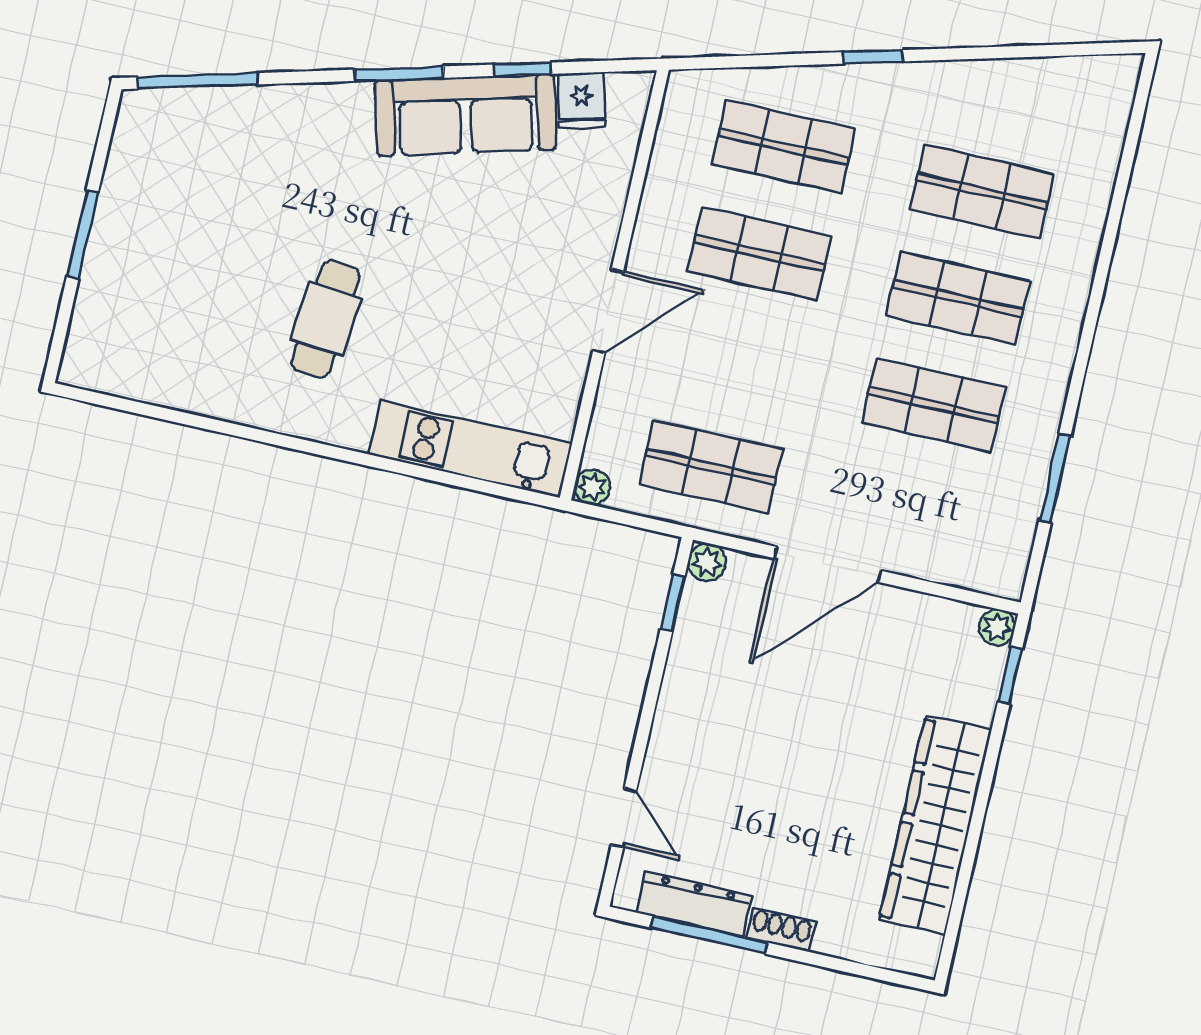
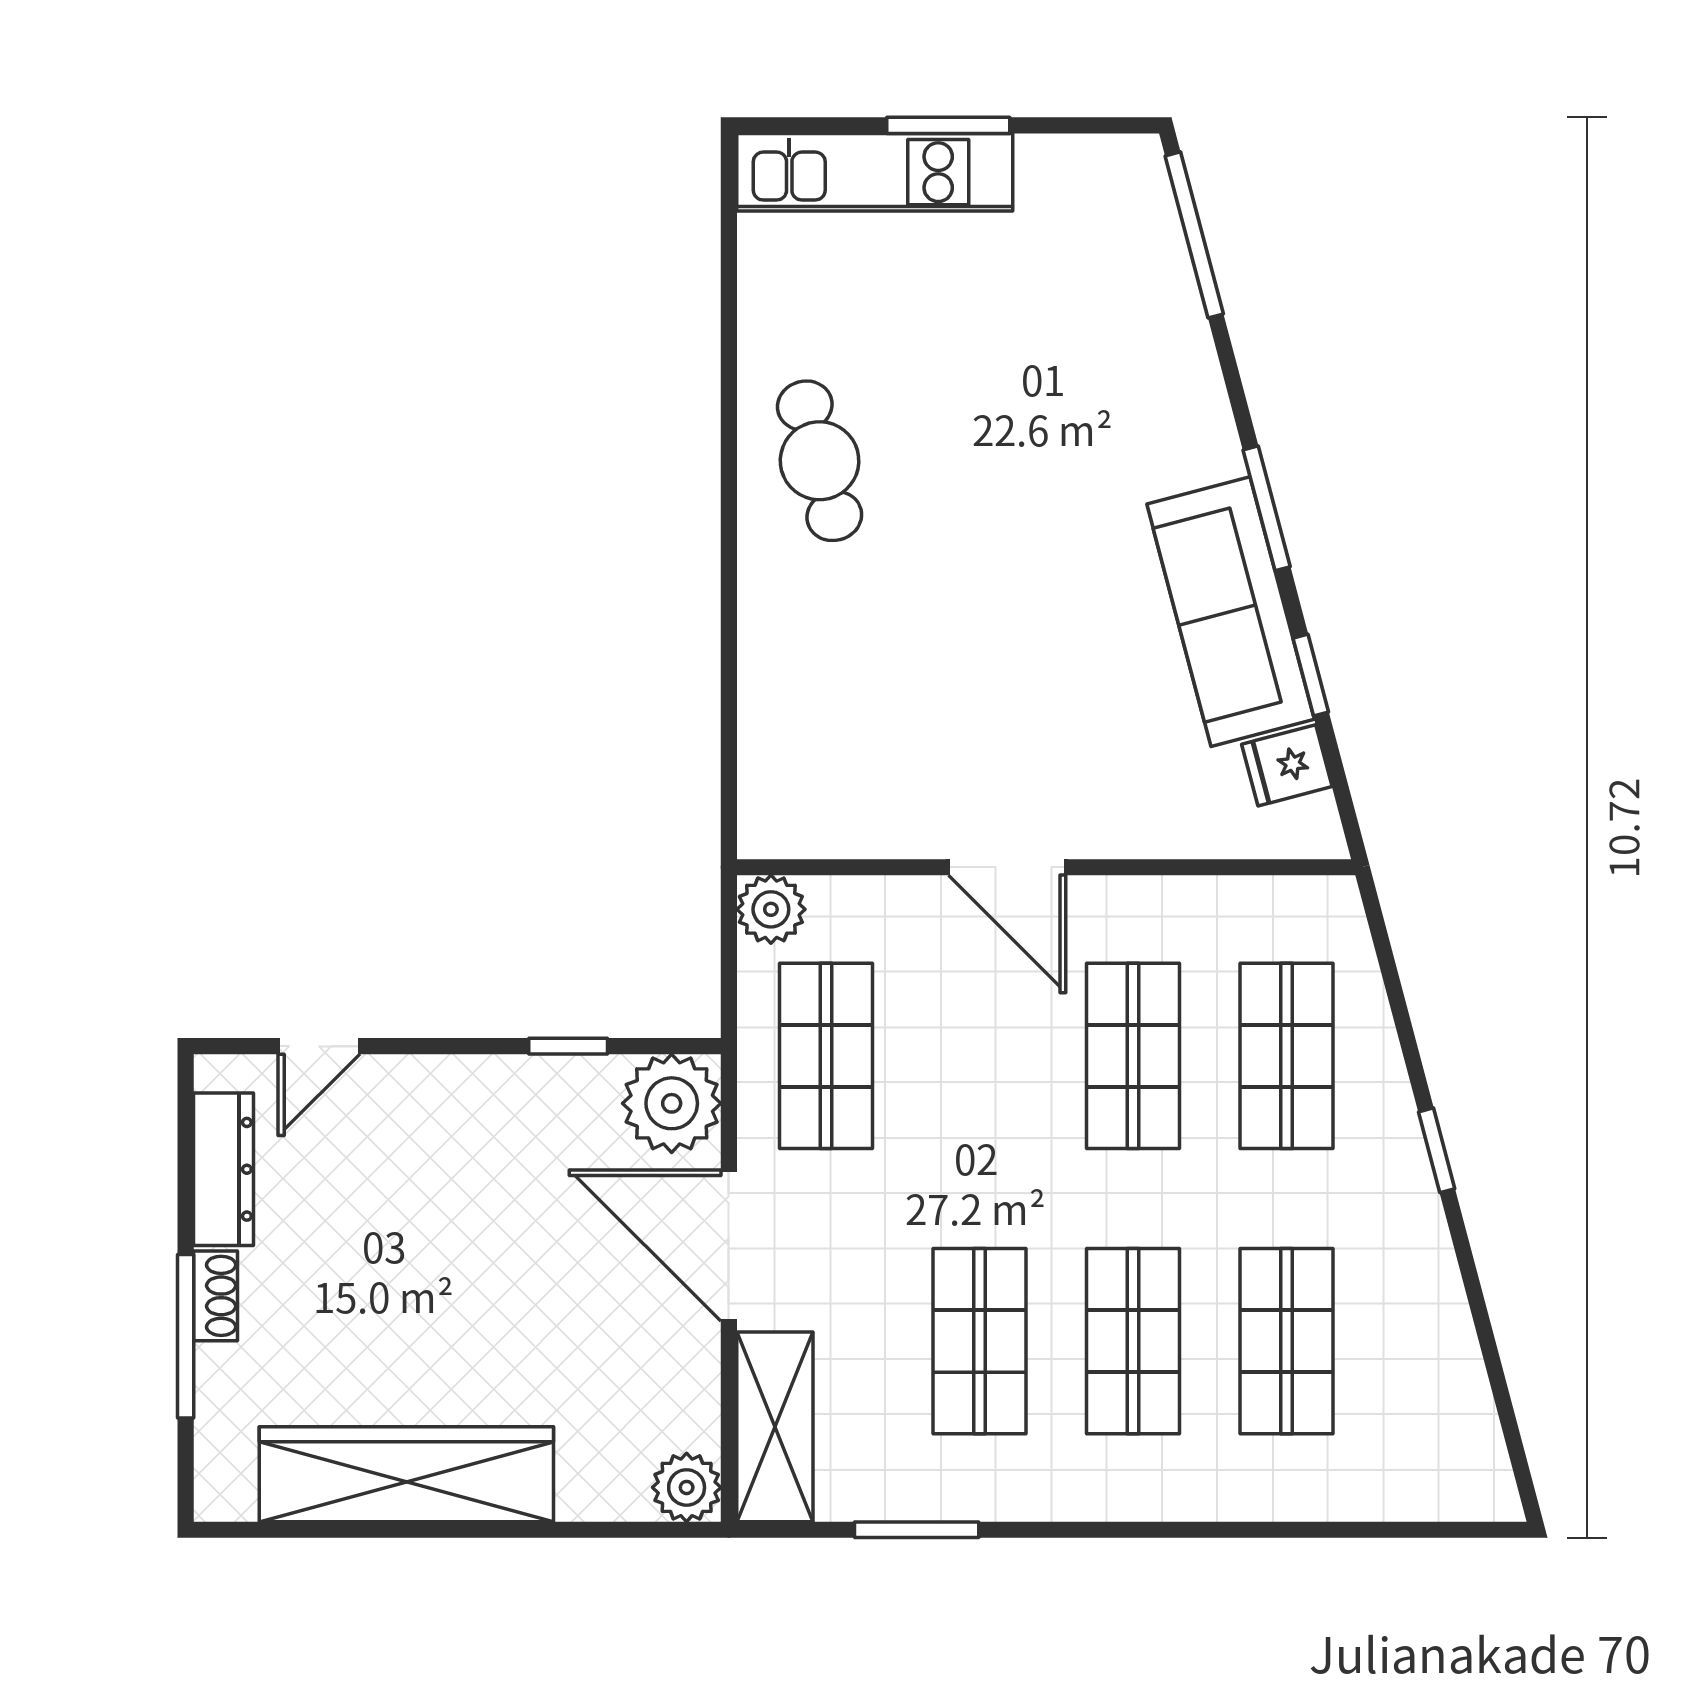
cafe table: (326, 319) -> (820, 461), moved, turned 70
kitchen unit: (470, 449) -> (875, 172), moved, turned 90
plant: (592, 487) -> (771, 909), width x1.38, depth x1.38
shelving: (961, 561) -> (775, 1427), added
plant: (707, 562) -> (672, 1103), width x1.88, depth x1.88
window: (673, 603) -> (568, 1046), moved
plant: (997, 627) -> (687, 1487), width x1.38, depth x1.38
window: (1010, 676) -> (633, 1530), removed
window: (709, 935) -> (186, 1336), moved

